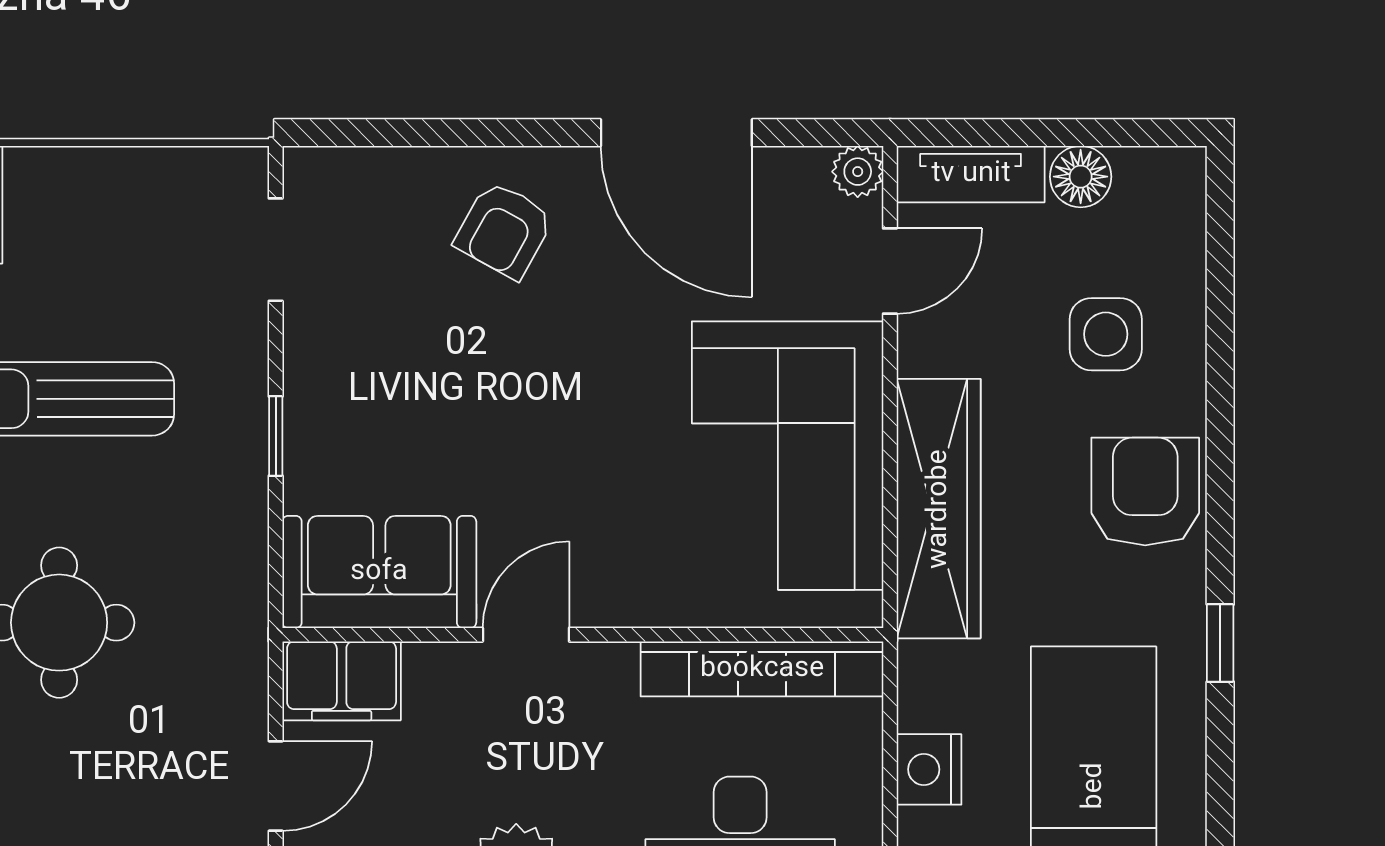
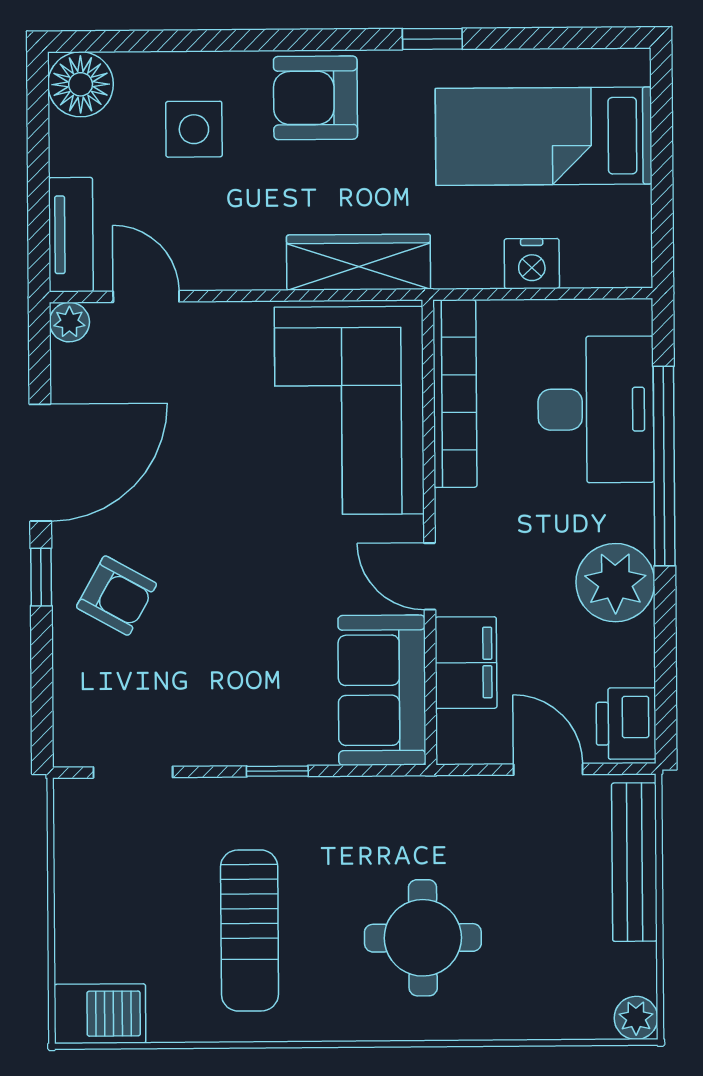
window: (528, 133) -> (41, 577), added
floor lamp: (1081, 177) -> (81, 84), moved, width x1.38, depth x1.38
corner sofa: (788, 456) -> (349, 411), moved, turned 90
wardrobe: (939, 509) -> (359, 262), width x0.71, depth x0.85
filing cabinet: (342, 681) -> (466, 663), moved

